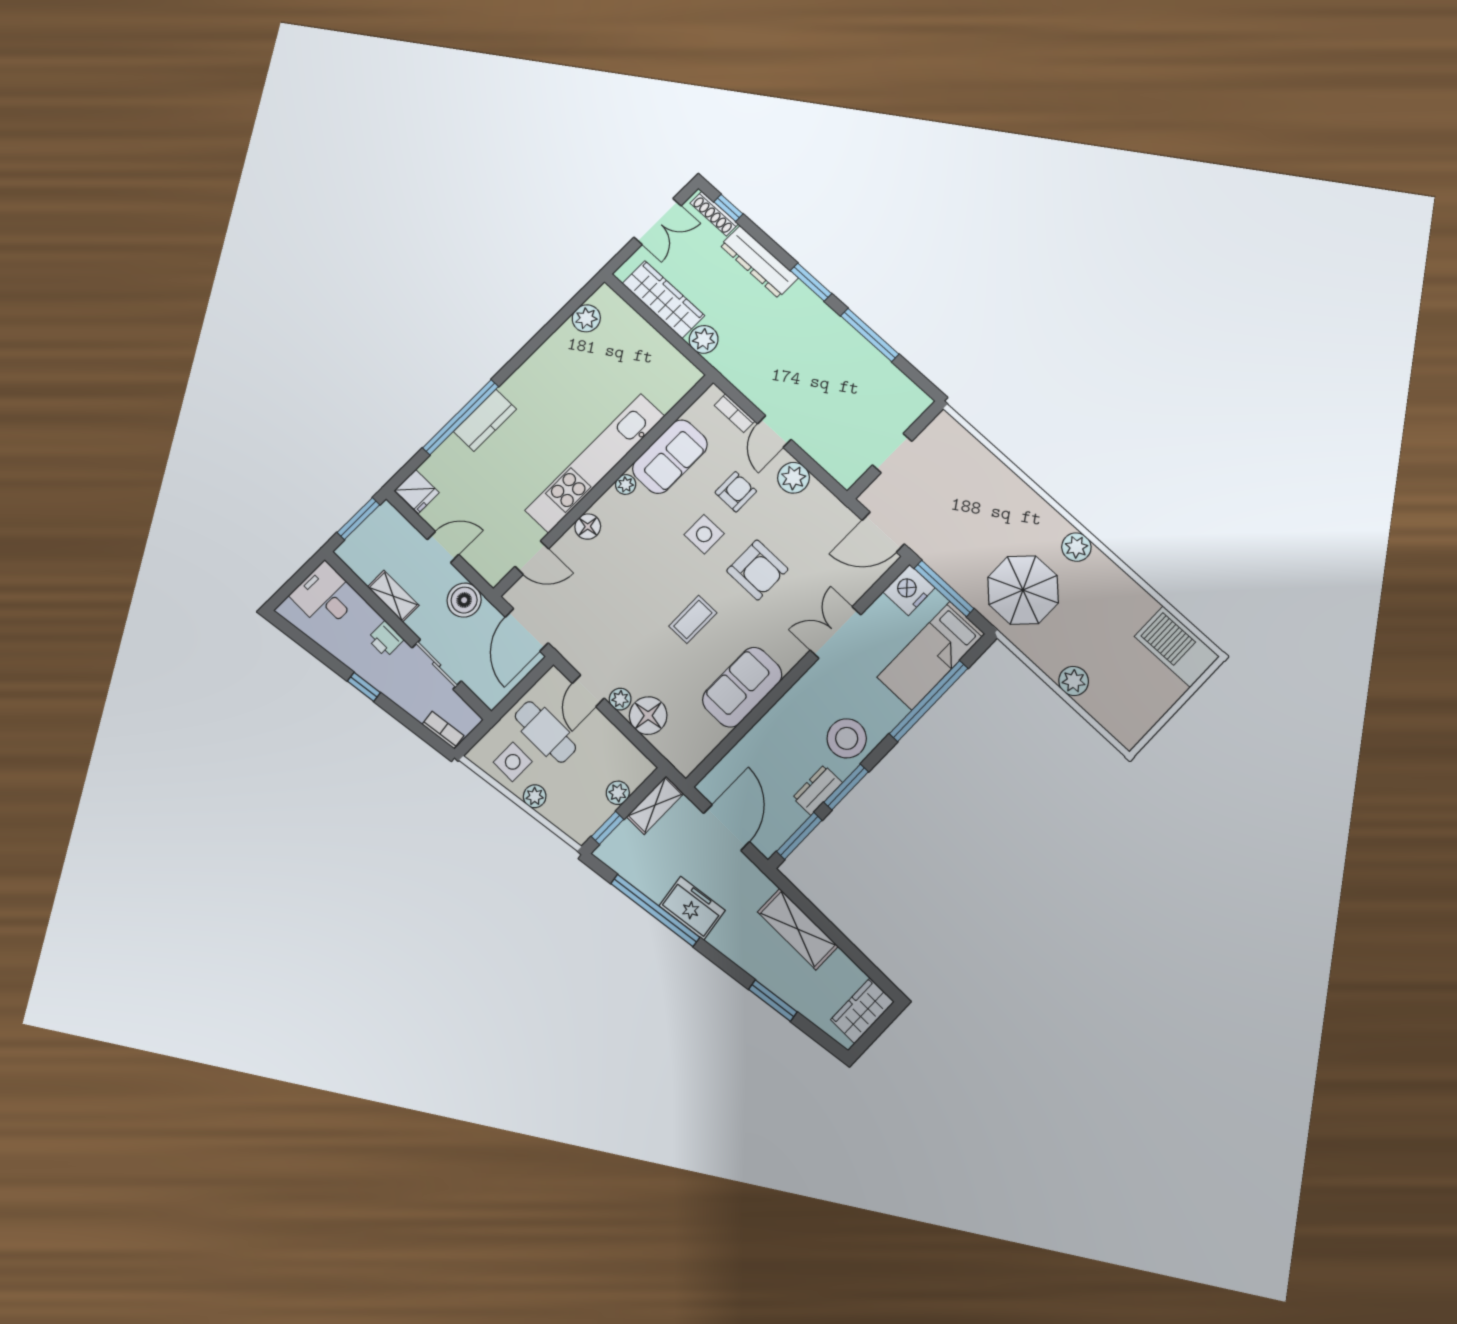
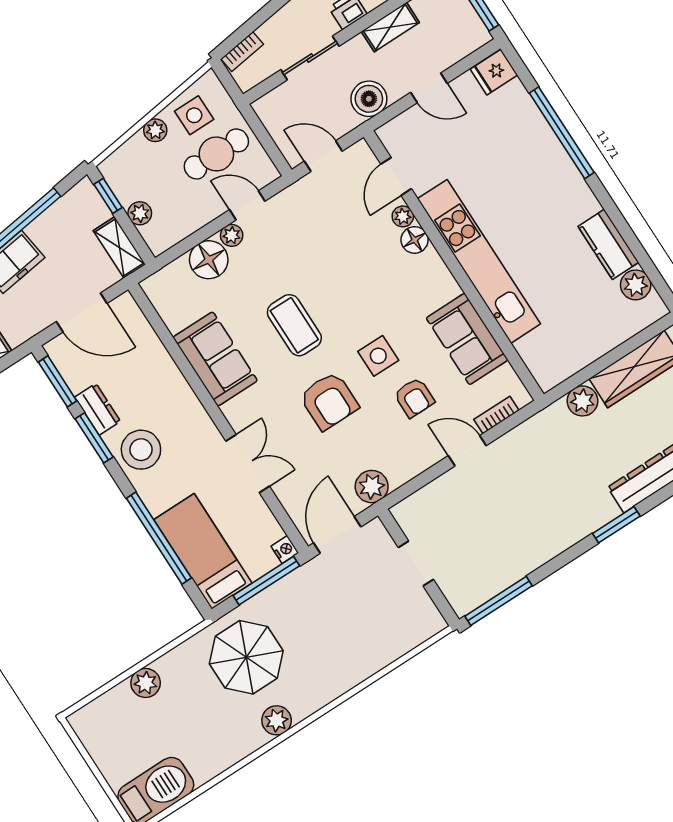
window: (870, 335) -> (499, 601), moved
kitchen counter: (485, 420) -> (608, 244), moved
plant: (793, 478) -> (372, 487), moved
plant: (626, 484) -> (403, 216), moved
door: (443, 547) -> (429, 88), hinge flipped
armchair: (757, 570) -> (329, 401), turned -90
nightstand: (909, 590) -> (285, 550), width x0.53, depth x0.56
coffee table: (693, 619) -> (294, 325), width x1.36, depth x1.30
door: (527, 630) -> (323, 156), width x0.73

